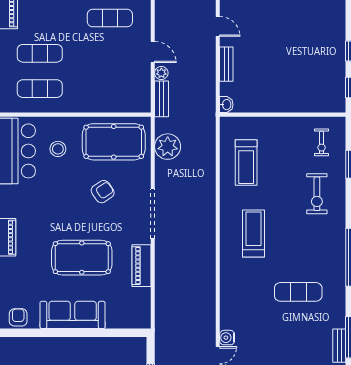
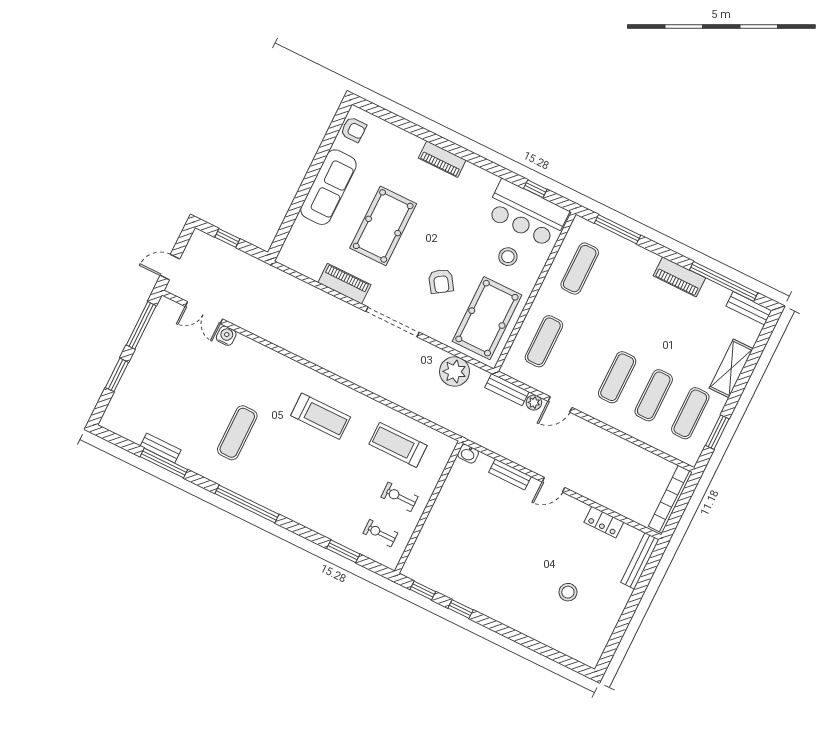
exercise mat: (40, 53) -> (544, 341), moved
exercise bike: (317, 194) -> (399, 497), moved, width x0.73, depth x0.72

